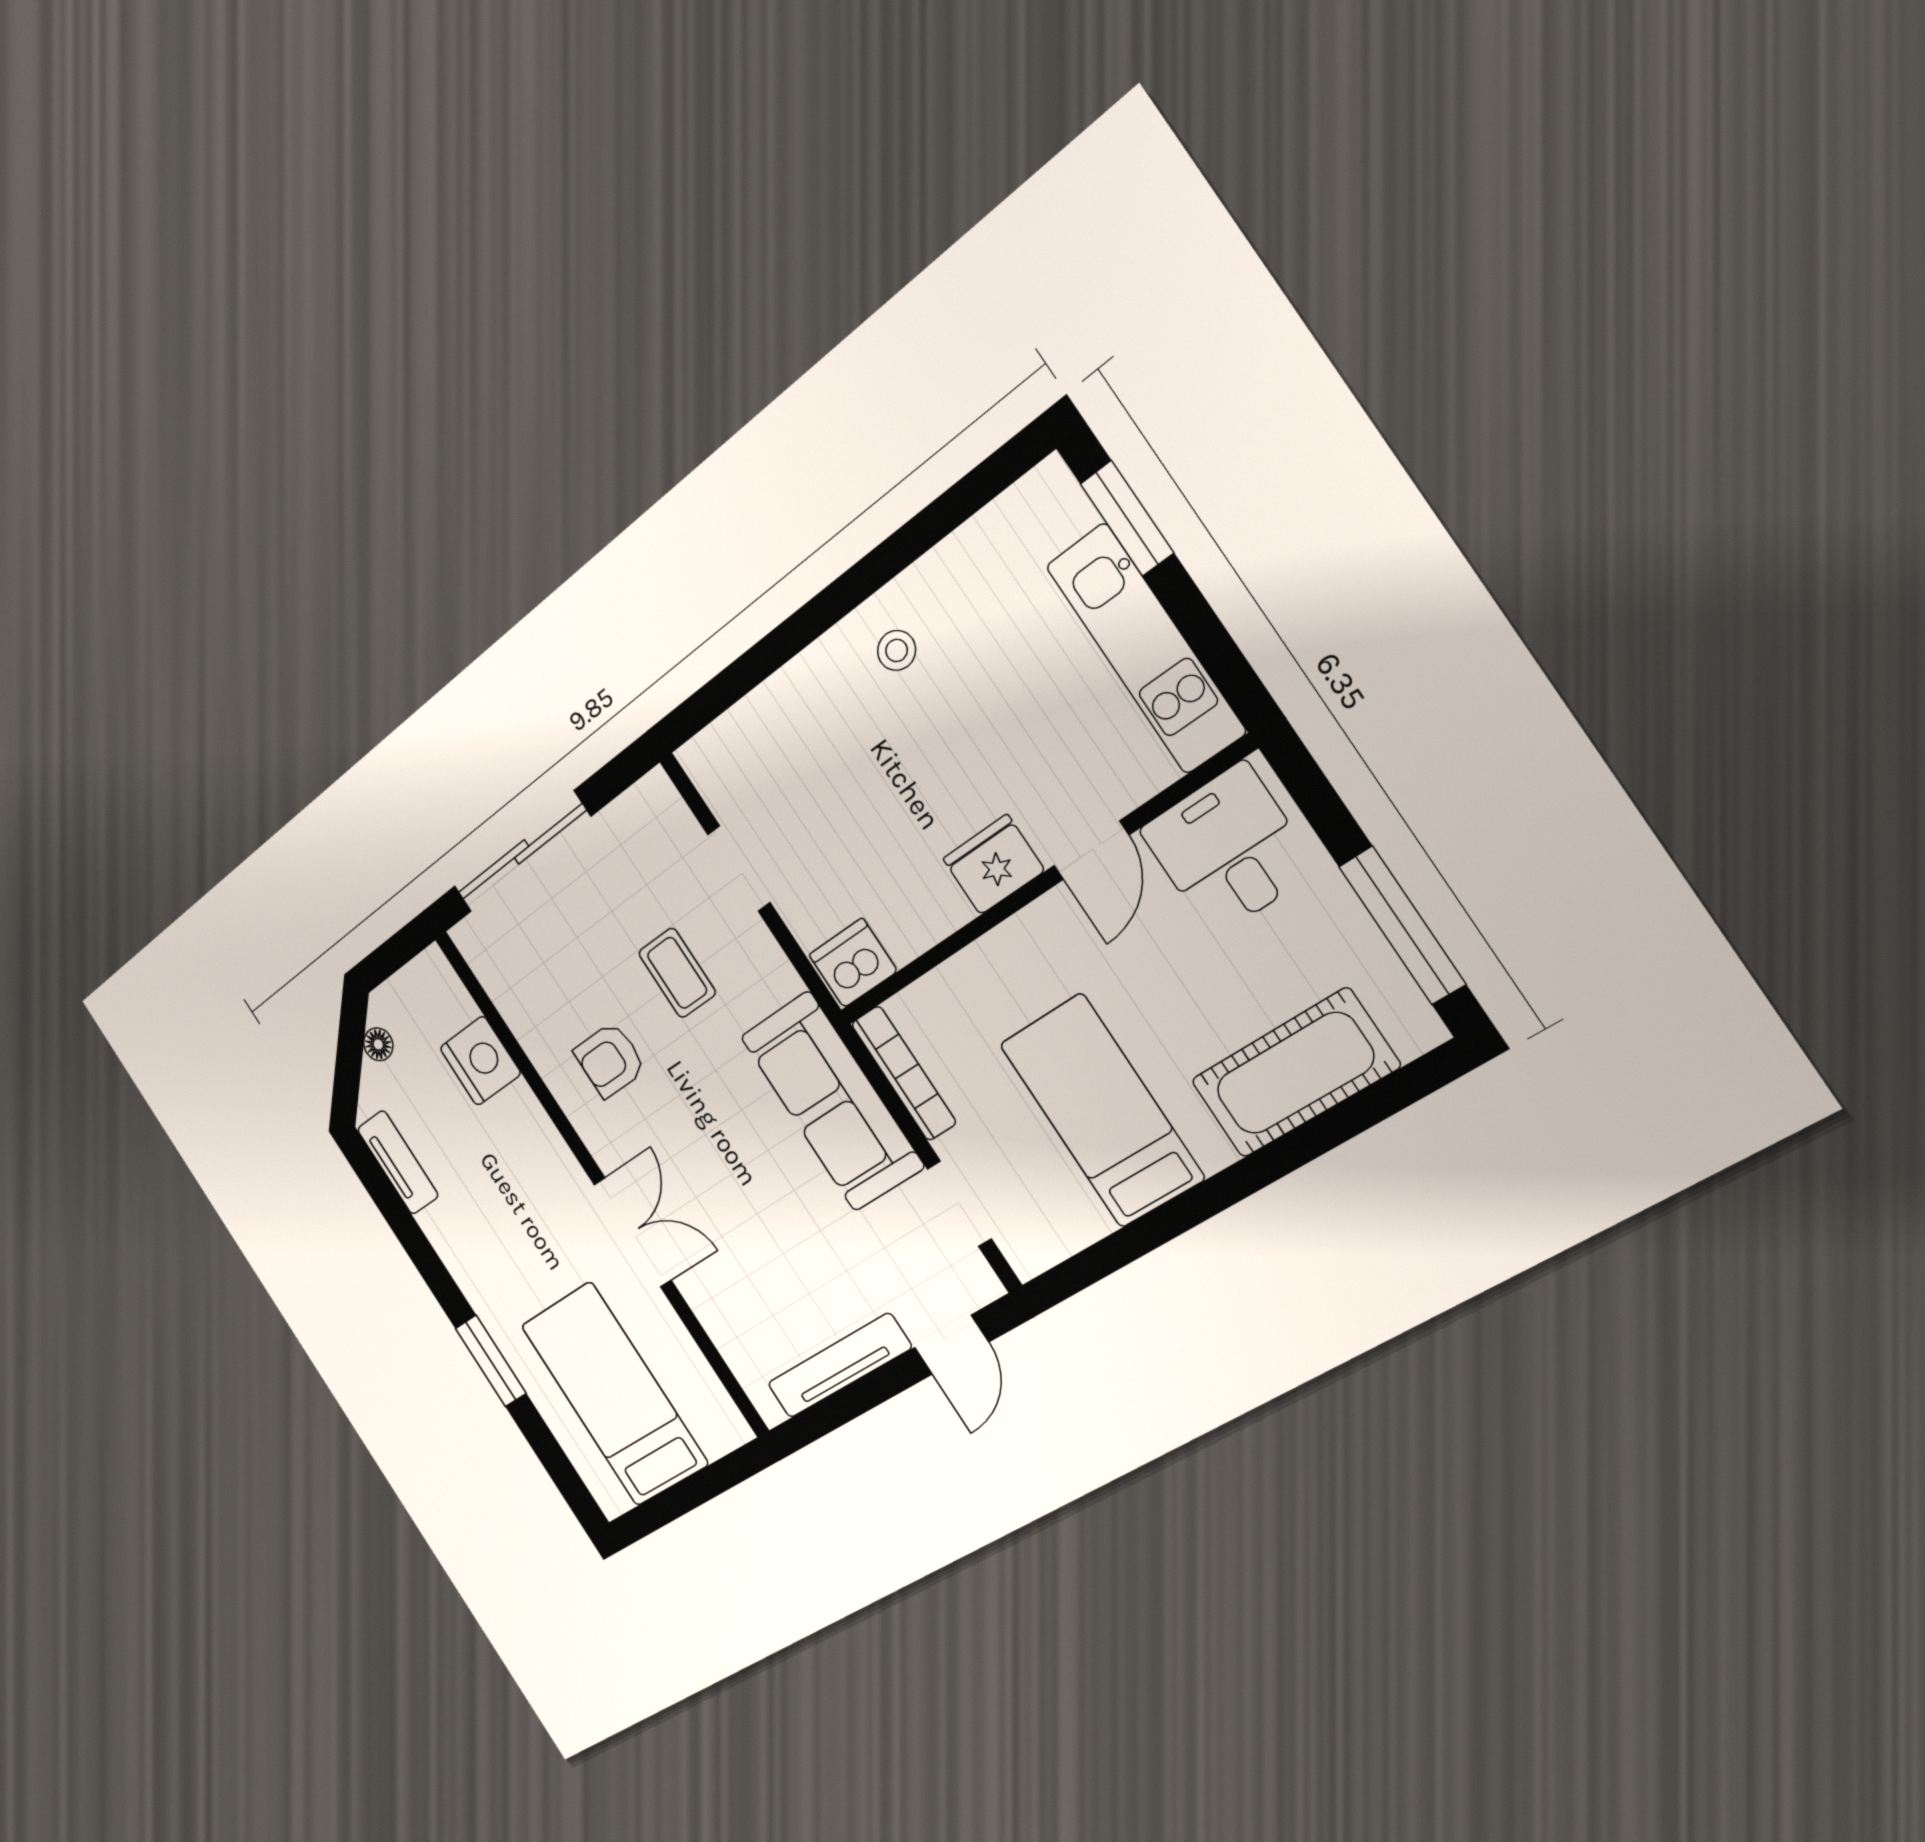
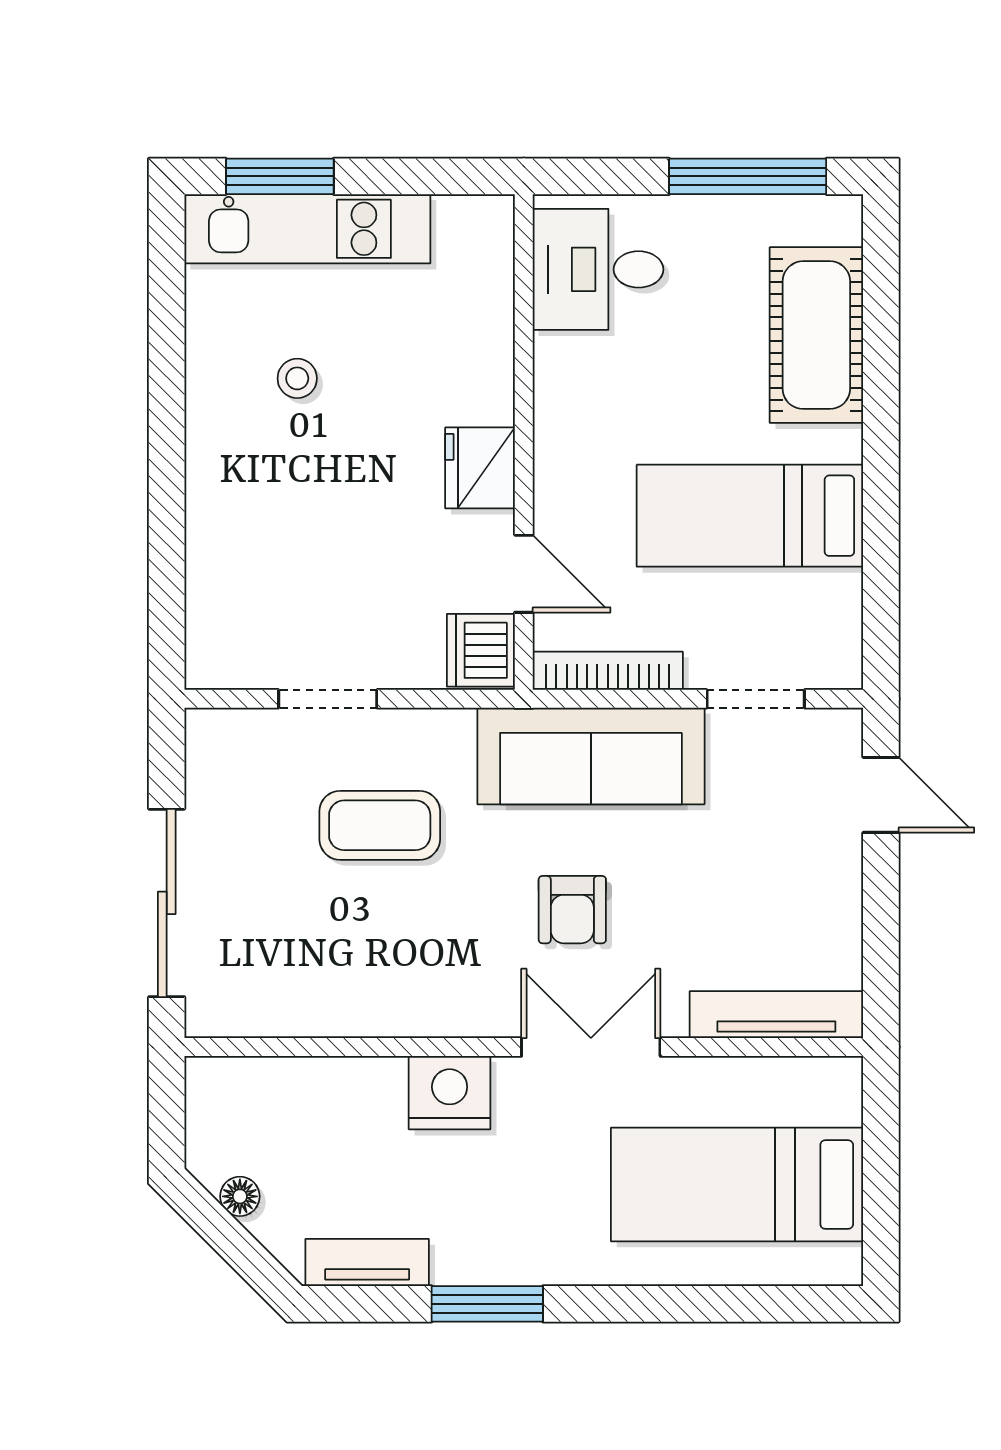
kitchen unit: (1146, 649) -> (307, 229), moved
stool: (897, 650) -> (297, 378), moved
door: (1091, 850) -> (524, 574), moved
coffee table: (677, 973) -> (380, 825), width x1.36, depth x1.30
armchair: (610, 1060) -> (572, 910), moved
nightstand: (480, 1061) -> (450, 1093), moved
window: (491, 1361) -> (487, 1304), moved
tv unit: (839, 1366) -> (776, 1015), moved, turned 90

